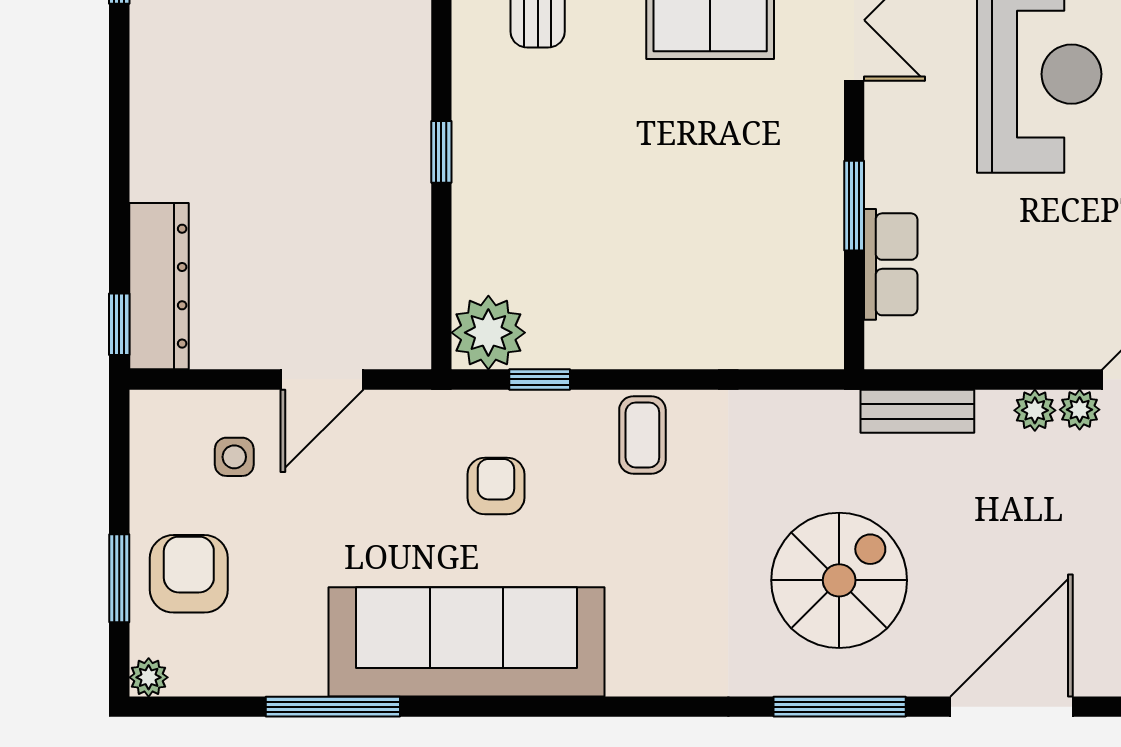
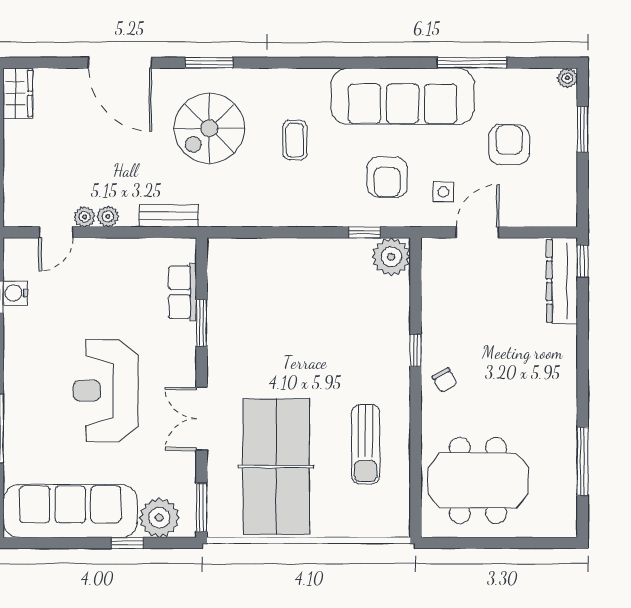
chair: (385, 95) -> (445, 380), added
coffee table: (642, 435) -> (295, 140), moved
side table: (234, 457) -> (443, 192), moved
armchair: (496, 486) -> (387, 177), width x1.38, depth x1.38
armchair: (189, 574) -> (509, 145), moved, turned 180
window: (840, 707) -> (209, 63), width x0.69
door: (1012, 707) -> (120, 63), hinge flipped

